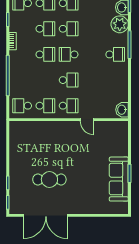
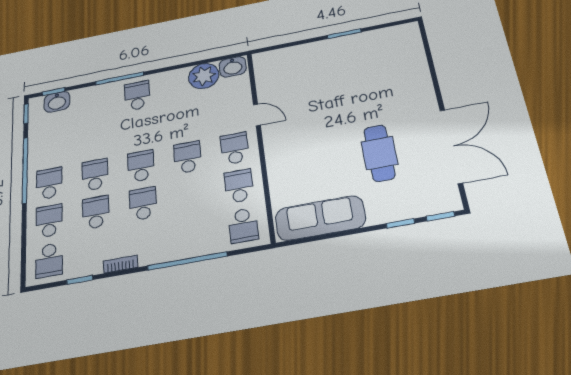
plant: (120, 24) -> (204, 76), moved
school desk: (69, 54) -> (141, 166), turned 180
door: (87, 120) -> (257, 115), hinge flipped
sofa: (119, 179) -> (320, 218), moved, turned 180

